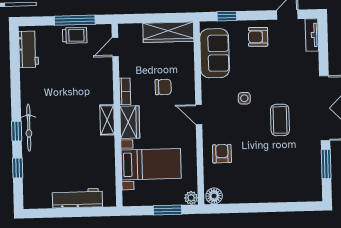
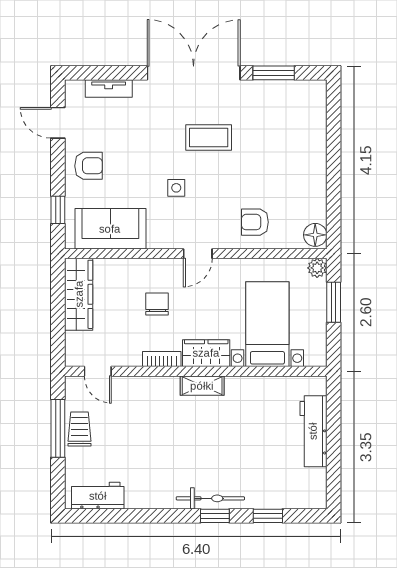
tv unit: (312, 35) -> (109, 89), moved
armchair: (258, 37) -> (89, 166), turned -91

